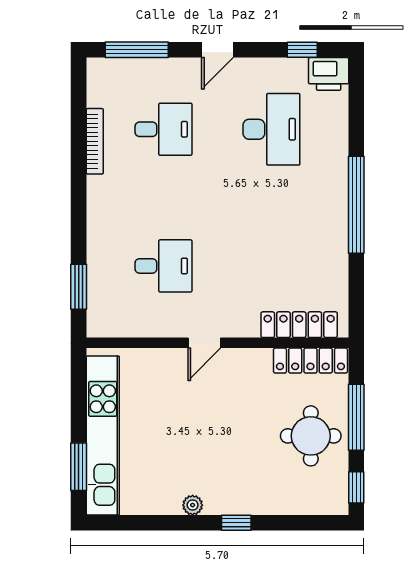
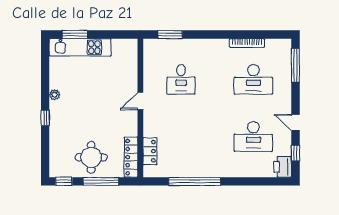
door: (217, 50) -> (295, 123), moved
desk: (163, 129) -> (253, 79), width x1.37
window: (356, 205) -> (195, 181), moved
locker: (299, 325) -> (150, 151), width x0.66
door: (204, 343) -> (140, 101), hinge flipped
kitchen unit: (103, 435) -> (80, 47), width x0.73

